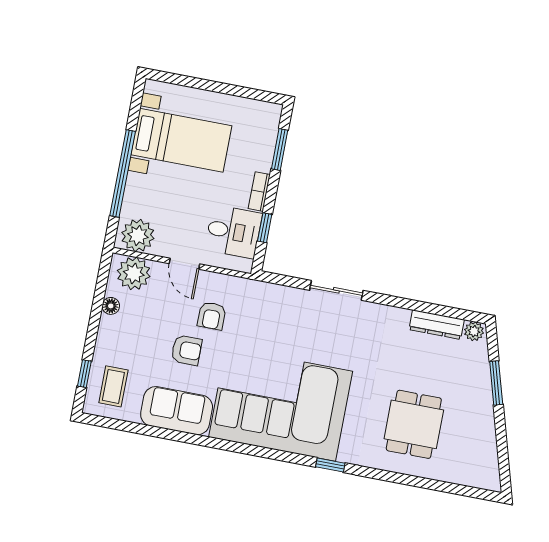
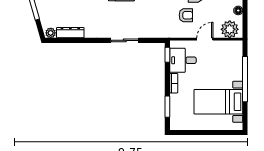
window: (265, 228) -> (167, 55), moved
plant: (138, 236) -> (231, 49), removed
door: (184, 264) -> (205, 39), hinge flipped
armchair: (212, 316) -> (186, 15), turned 90

